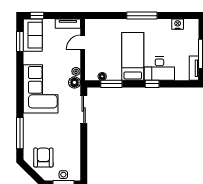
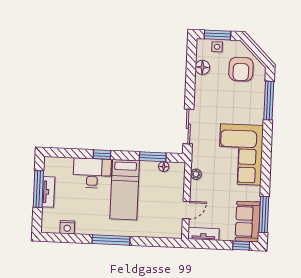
window: (20, 41) -> (264, 214), width x1.44
tv unit: (194, 68) -> (48, 192), moved
floor lamp: (74, 82) -> (202, 67), moved

